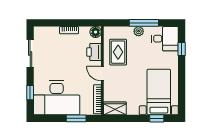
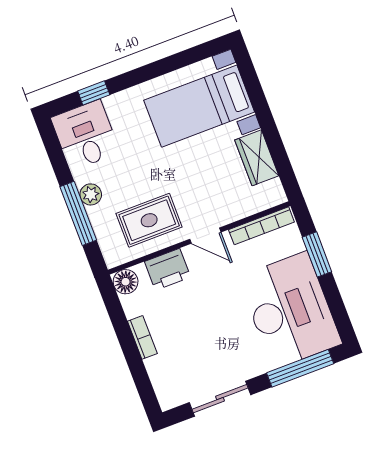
window: (144, 23) -> (78, 213), moved
door: (102, 74) -> (205, 236), hinge flipped
window: (30, 93) -> (300, 368), width x2.17
wardrobe: (115, 108) -> (257, 158), moved
window: (157, 118) -> (254, 90), removed

